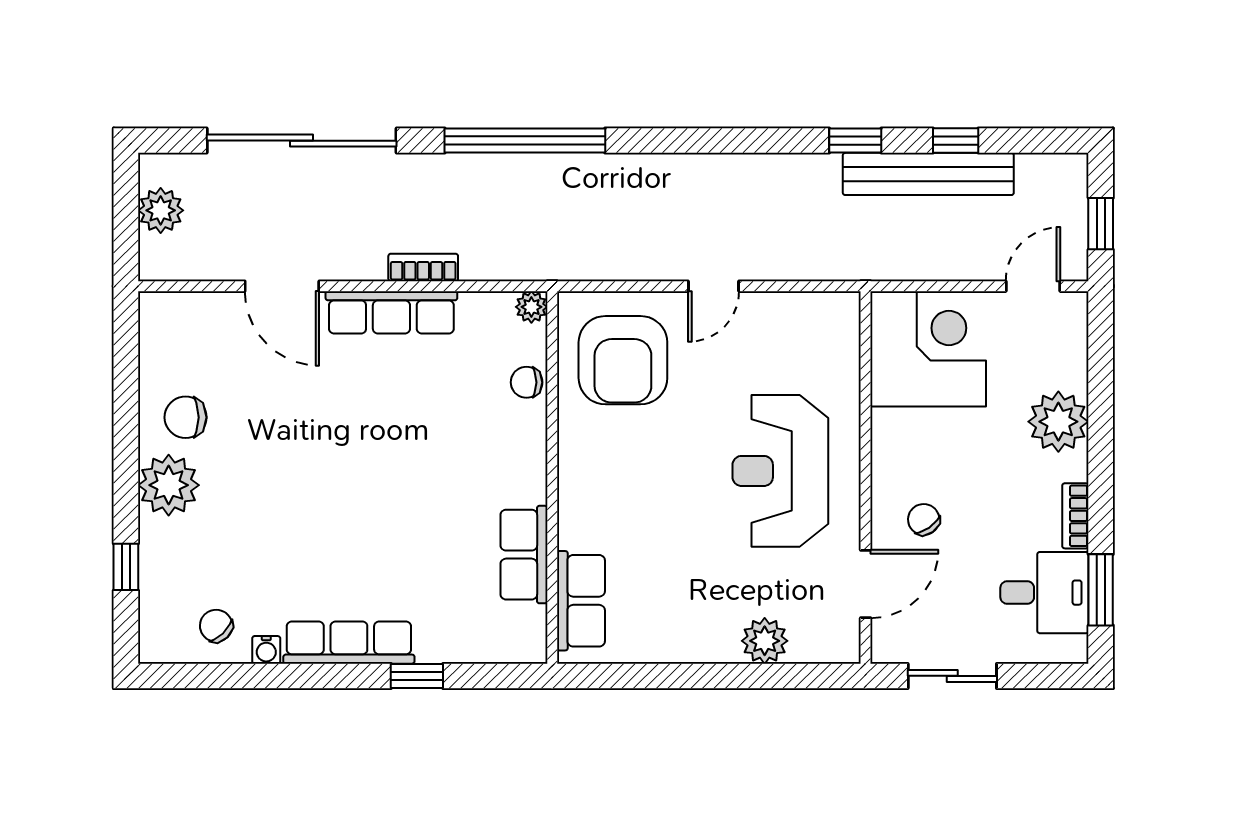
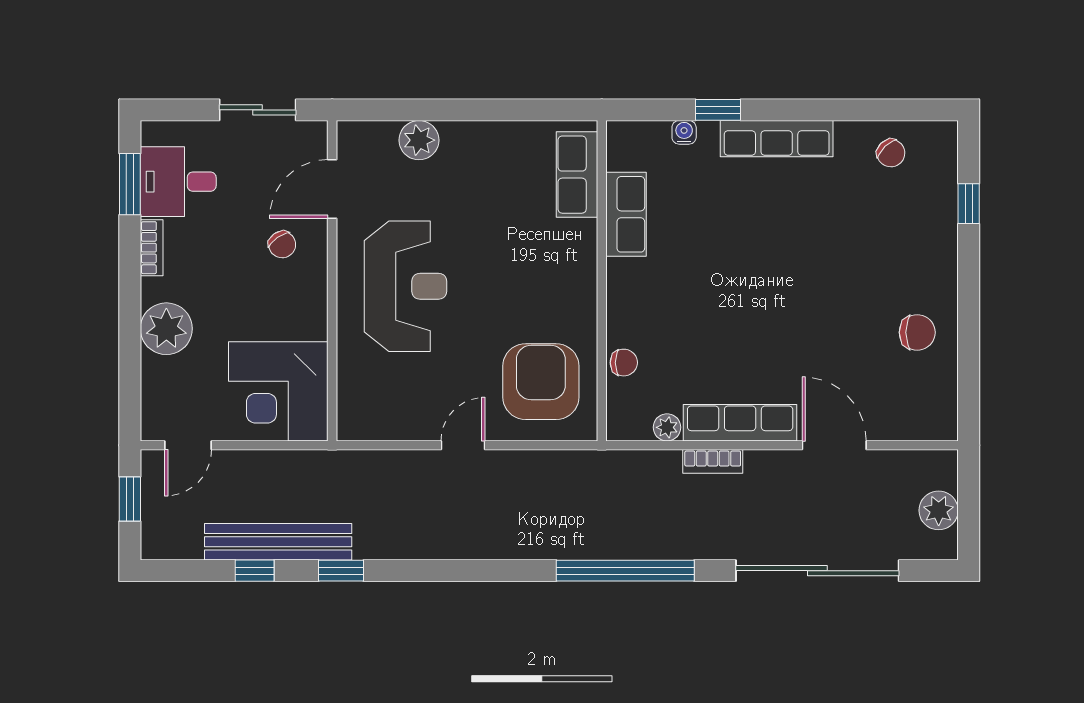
plant: (531, 307) -> (667, 427), moved
plant: (169, 485) -> (932, 274), removed
water cooler: (266, 650) -> (684, 132), moved

